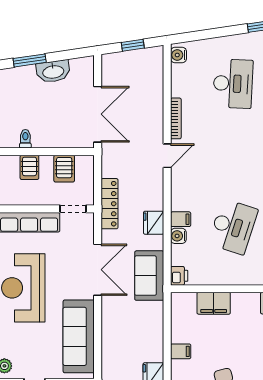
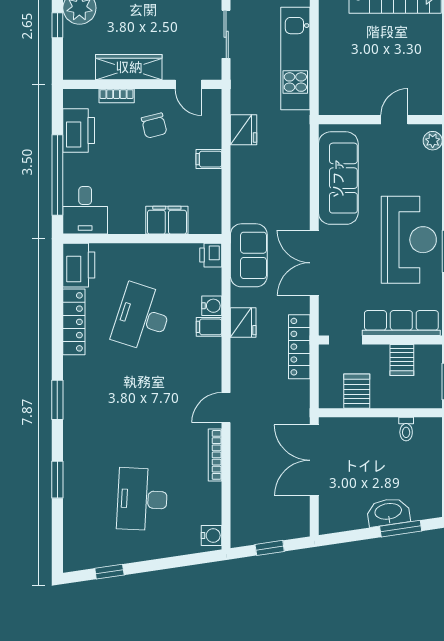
washbasin: (53, 71) -> (388, 512), moved
server rack: (29, 167) -> (402, 360), moved, turned 180

